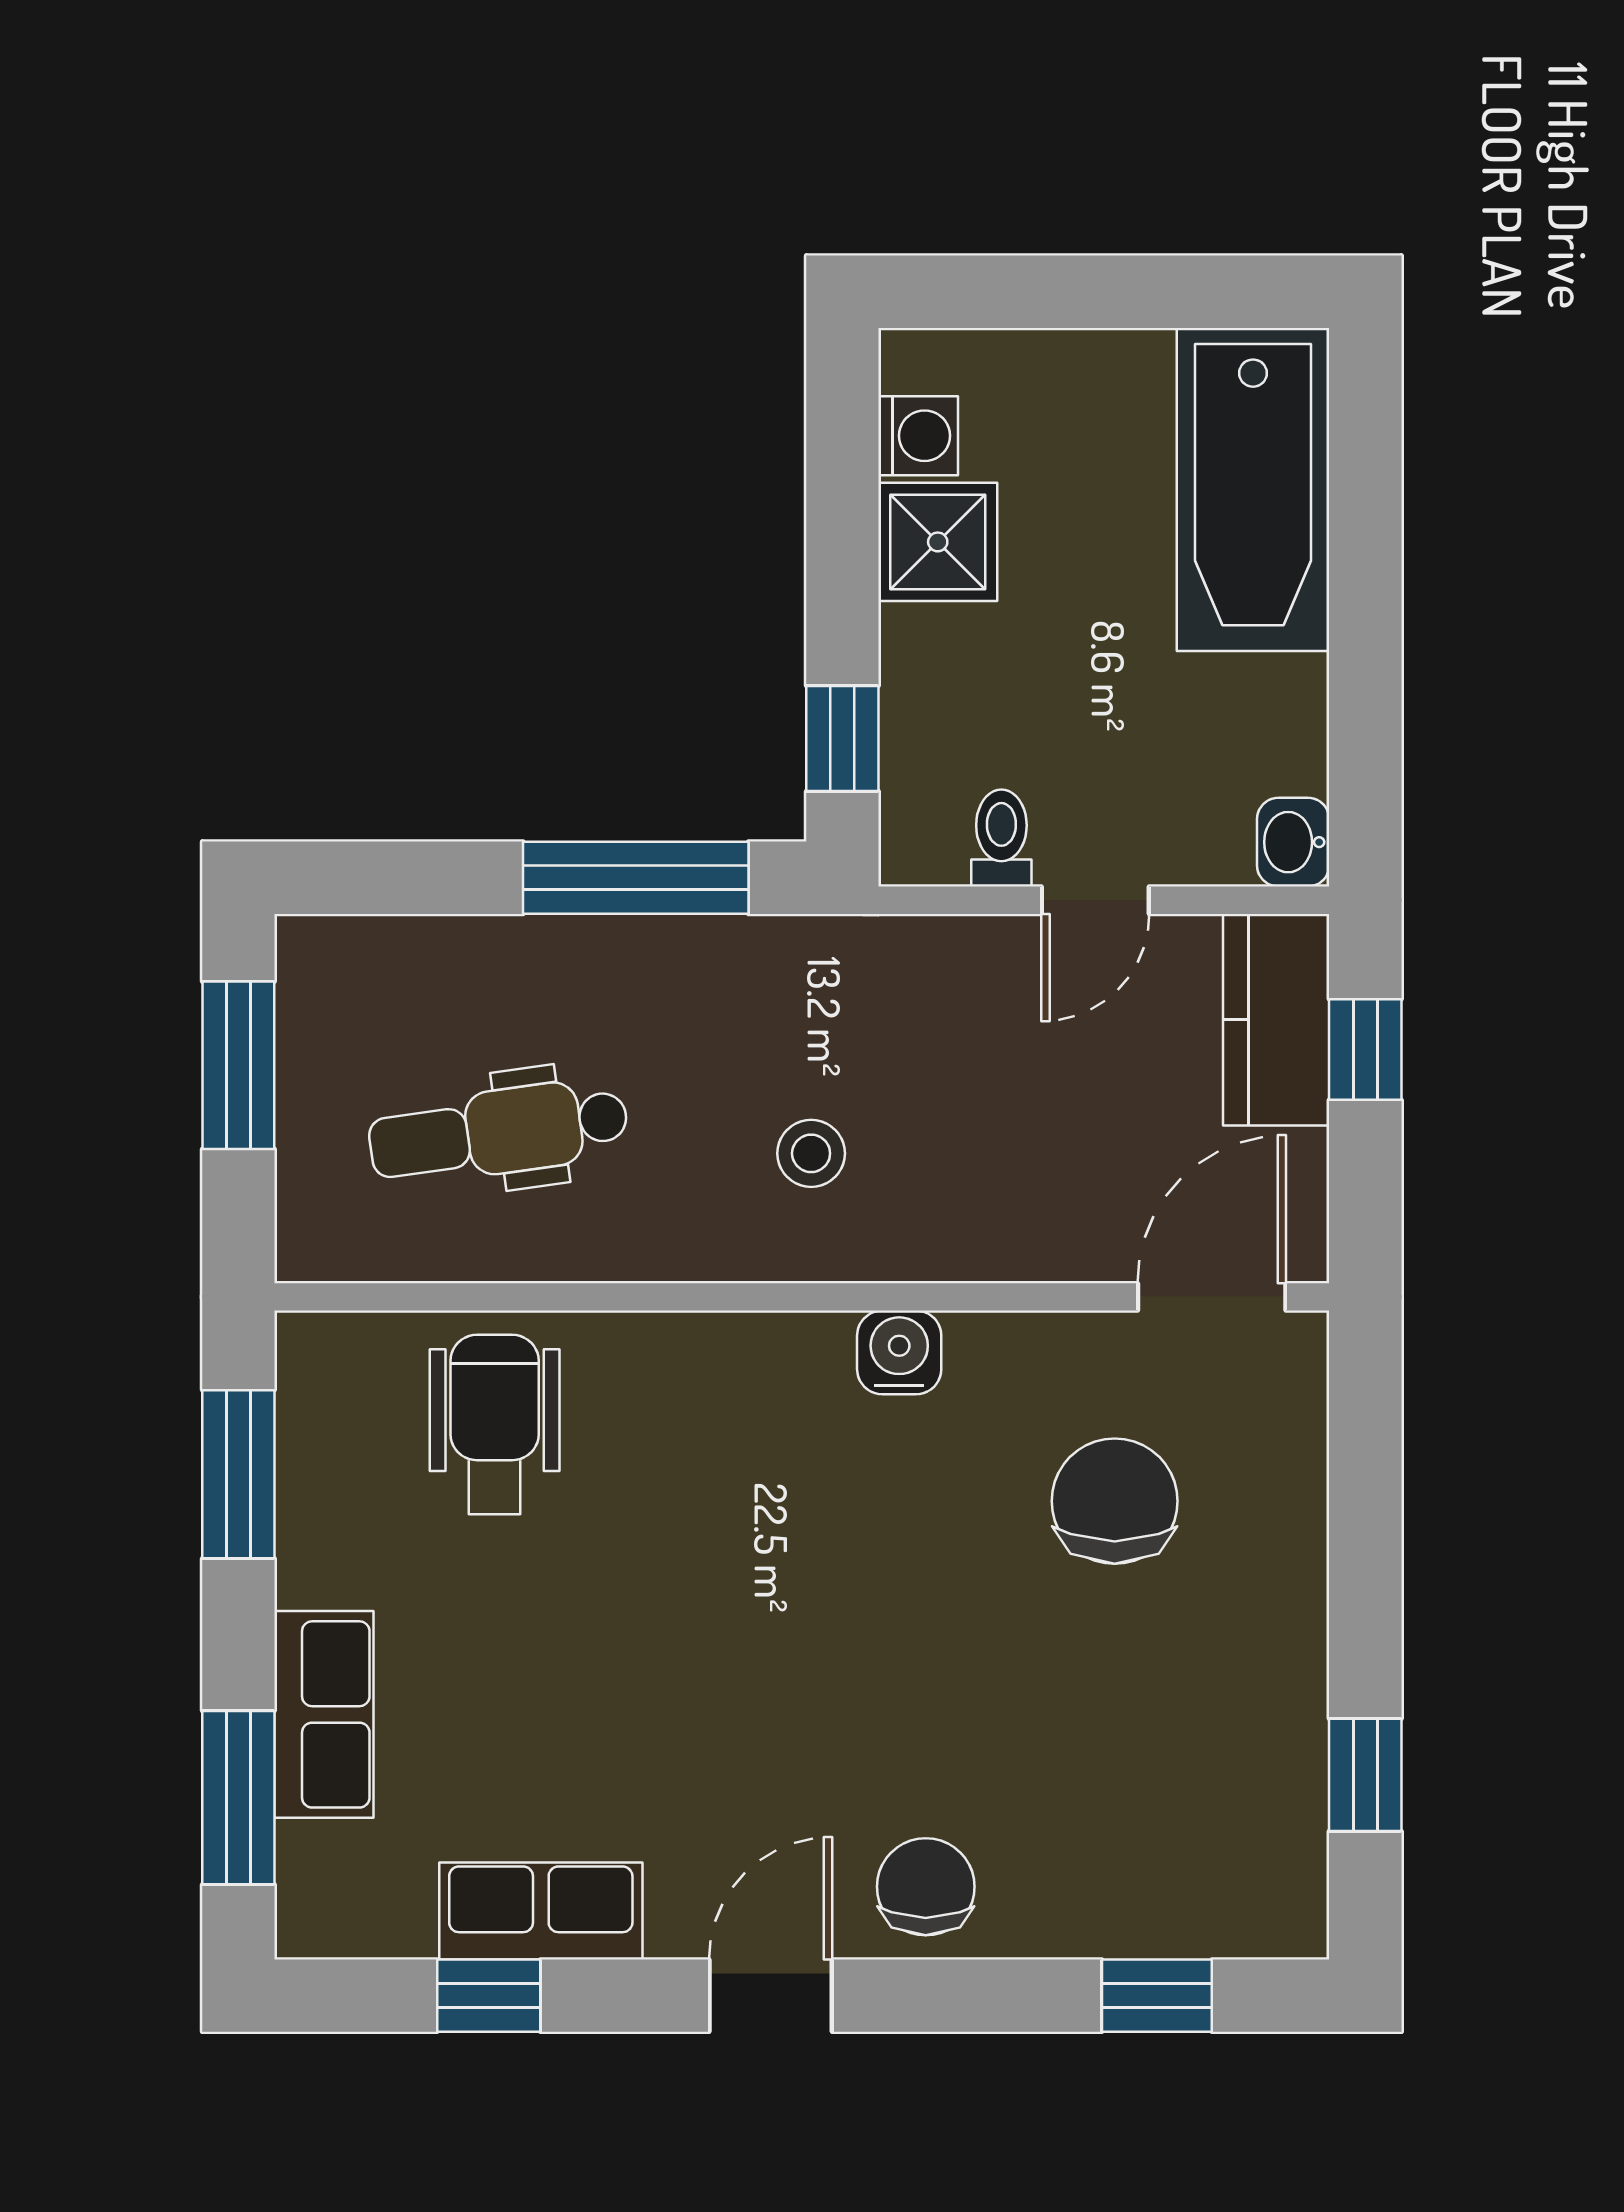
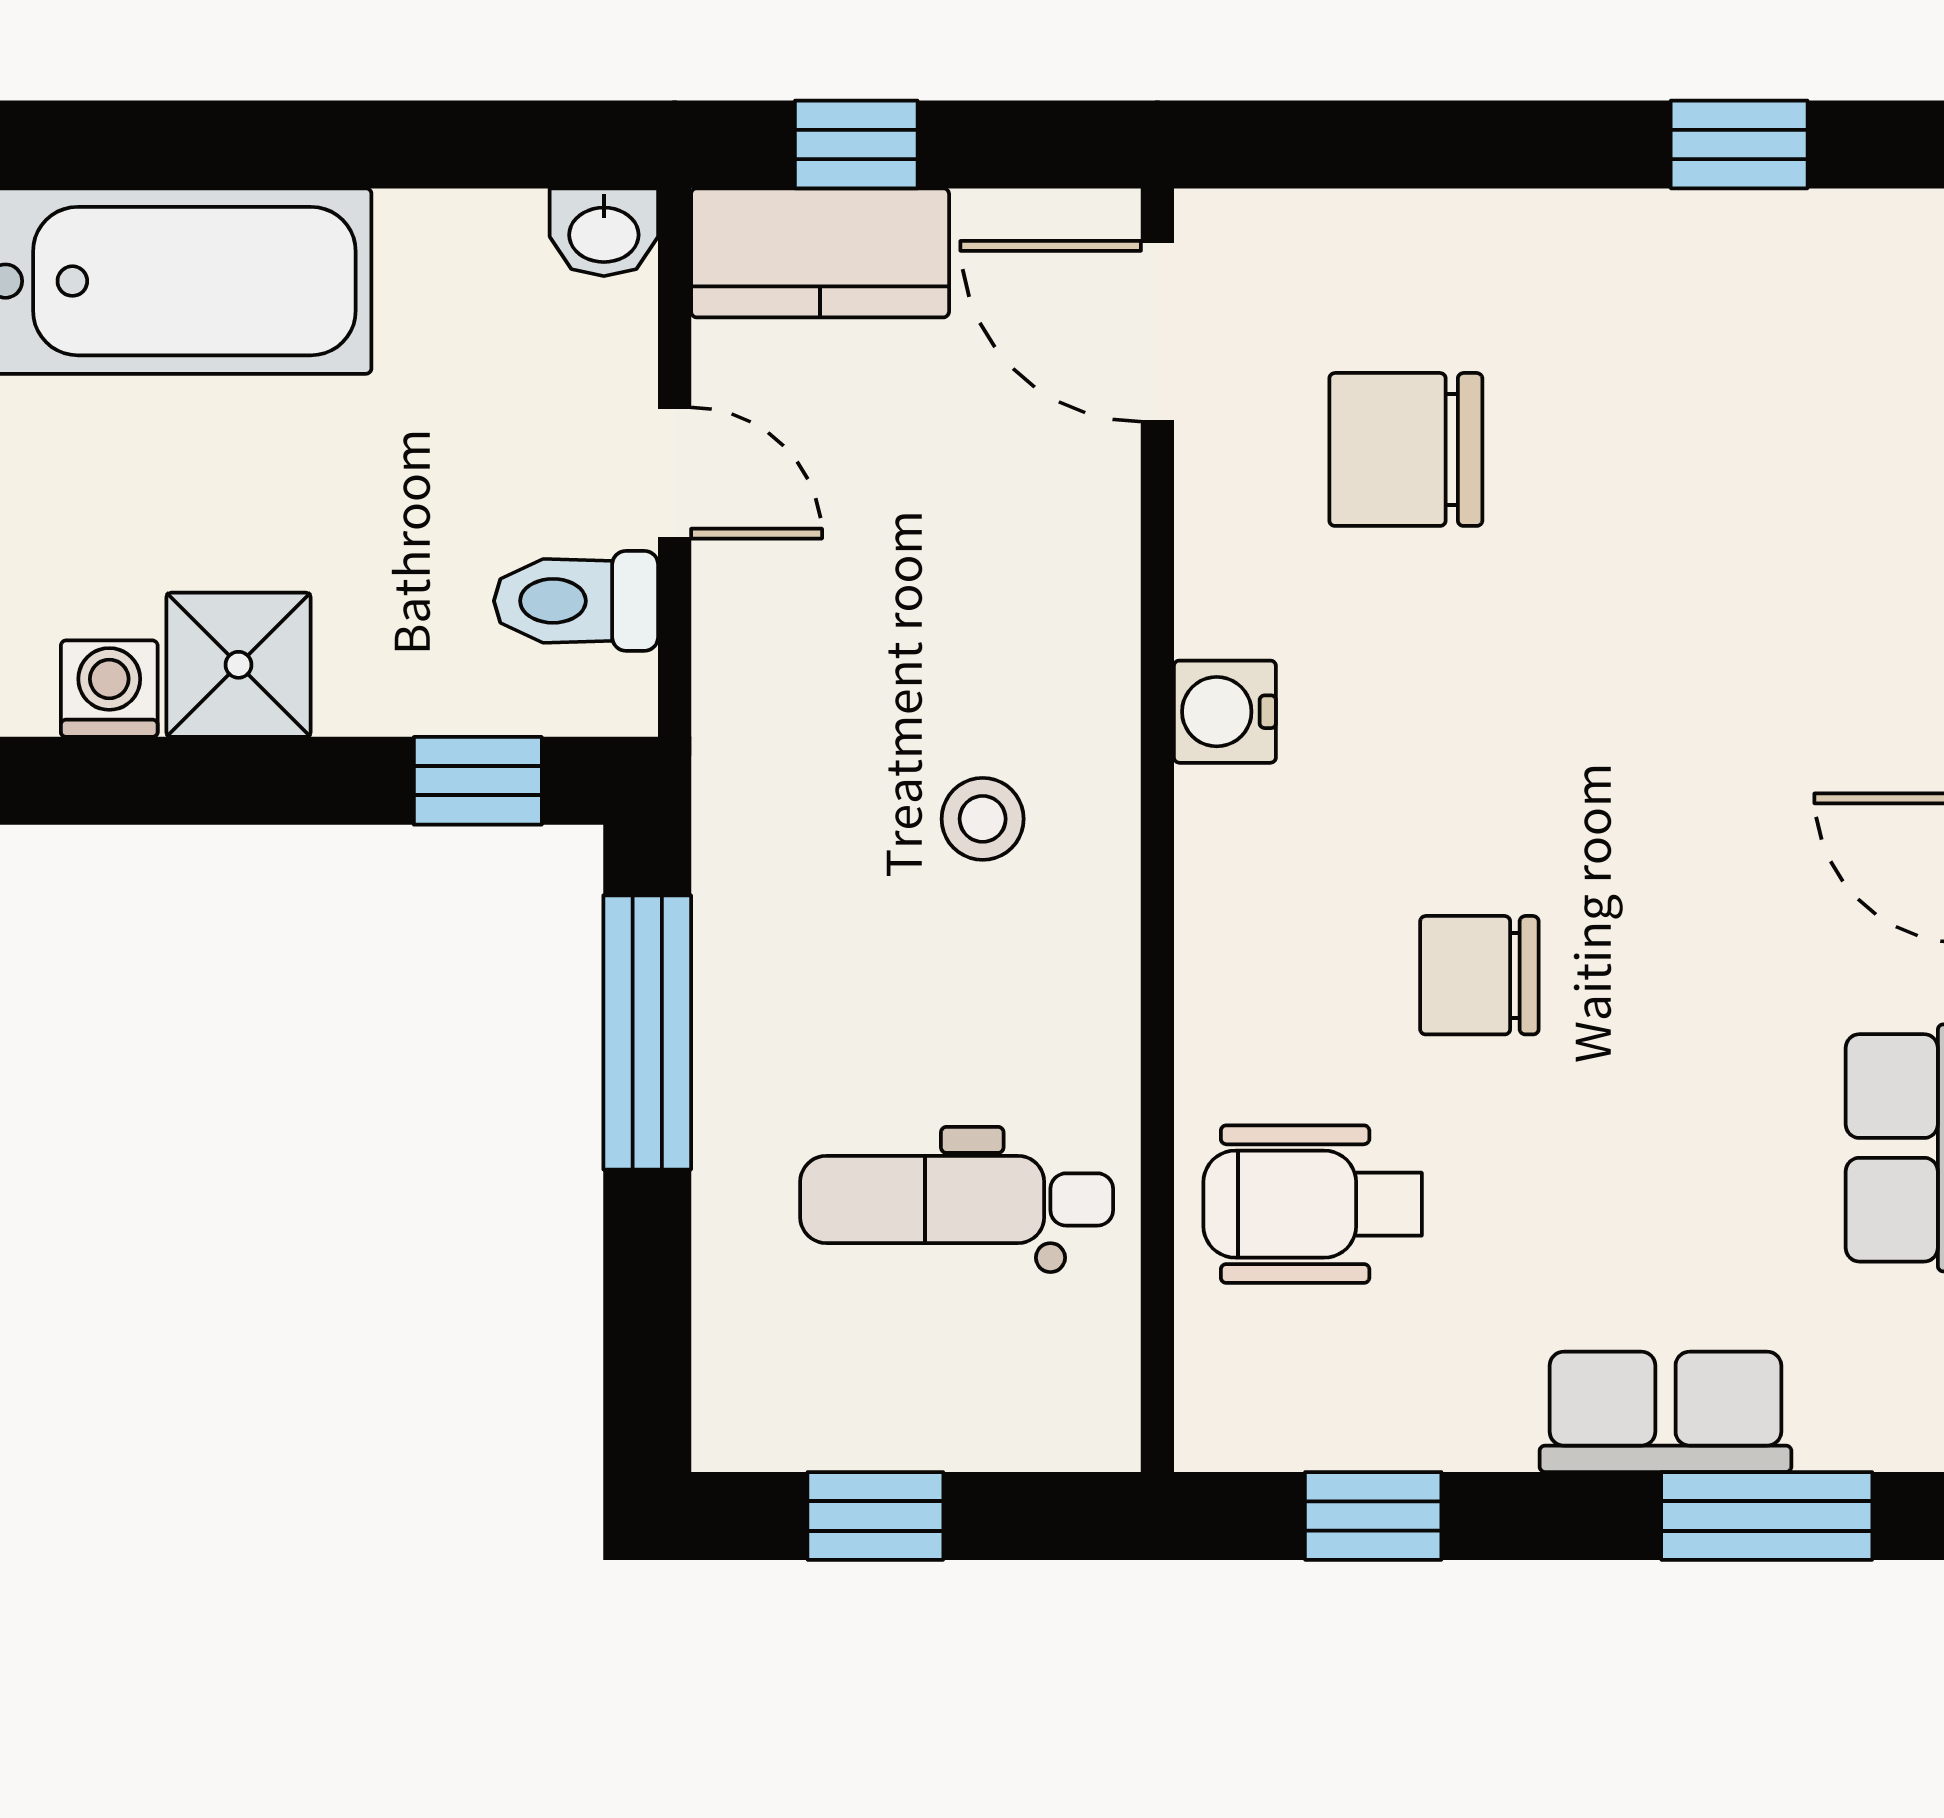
toilet: (1001, 838) -> (576, 601), width x1.37, depth x1.39
window: (238, 1065) -> (875, 1516), width x0.67
dental chair: (498, 1132) -> (957, 1199), turned 98
window: (238, 1474) -> (1373, 1516), width x0.67
chair: (926, 1887) -> (1479, 975), moved

